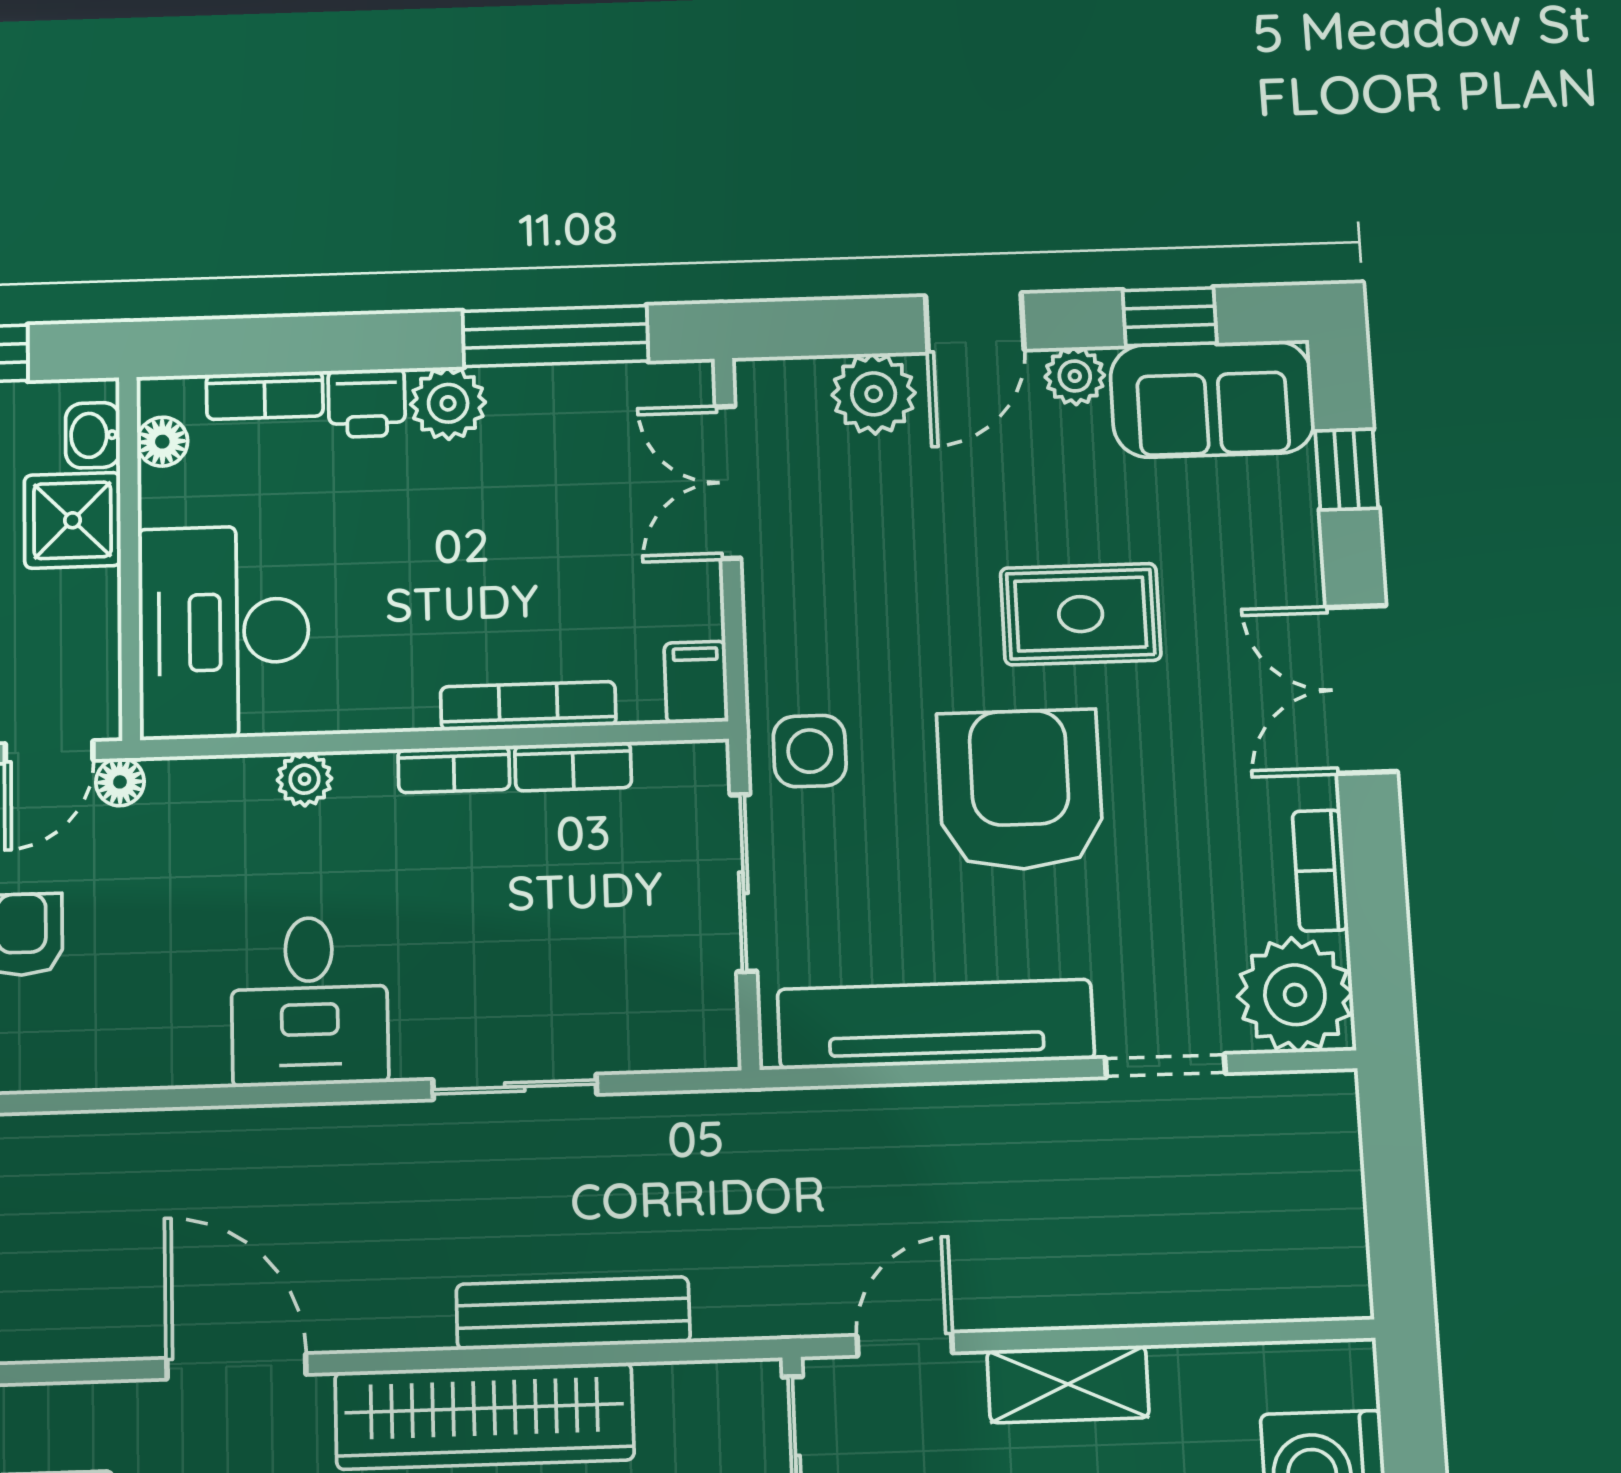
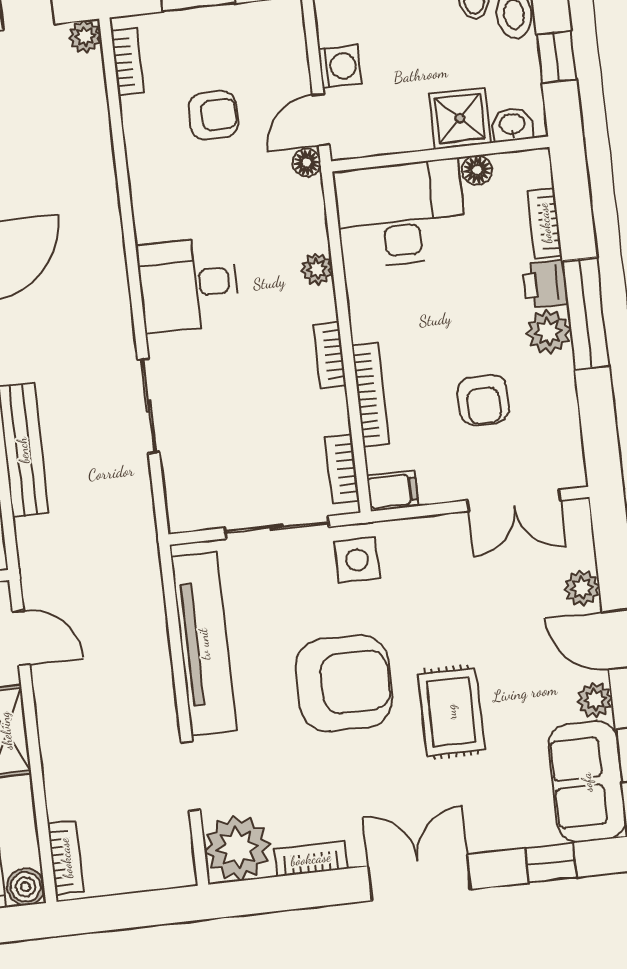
window: (555, 336) -> (586, 314), moved
plant: (874, 394) -> (582, 588), width x0.73, depth x0.73
floor lamp: (162, 442) -> (477, 170), moved
double door: (728, 482) -> (514, 500), swing flipped
armchair: (554, 519) -> (483, 400), added
door: (49, 752) -> (321, 120), hinge flipped
bookcase: (573, 766) -> (342, 469), moved
bookcase: (1297, 1296) -> (66, 858), added
boiler: (1345, 1372) -> (26, 887), added

